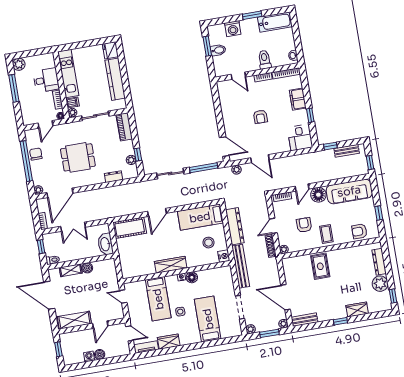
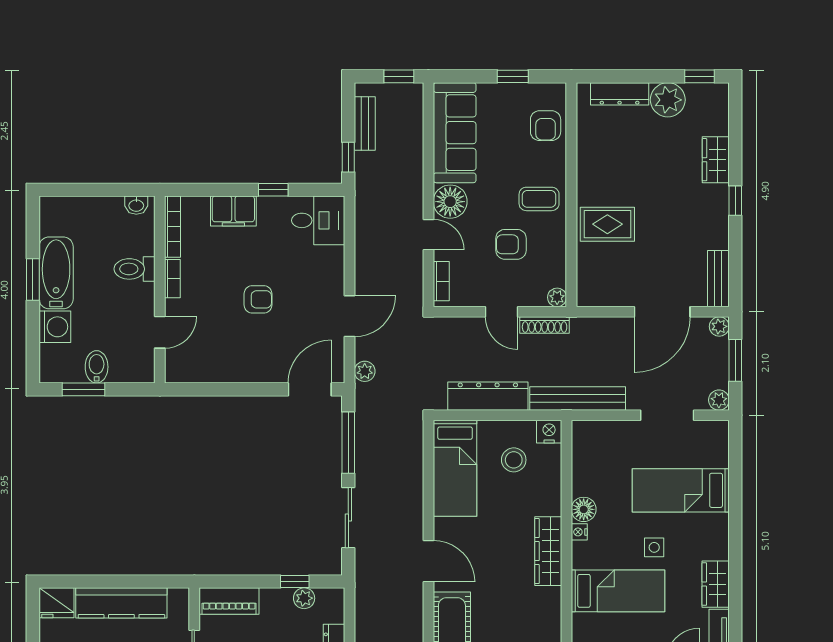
bathtub: (275, 22) -> (56, 273), moved

